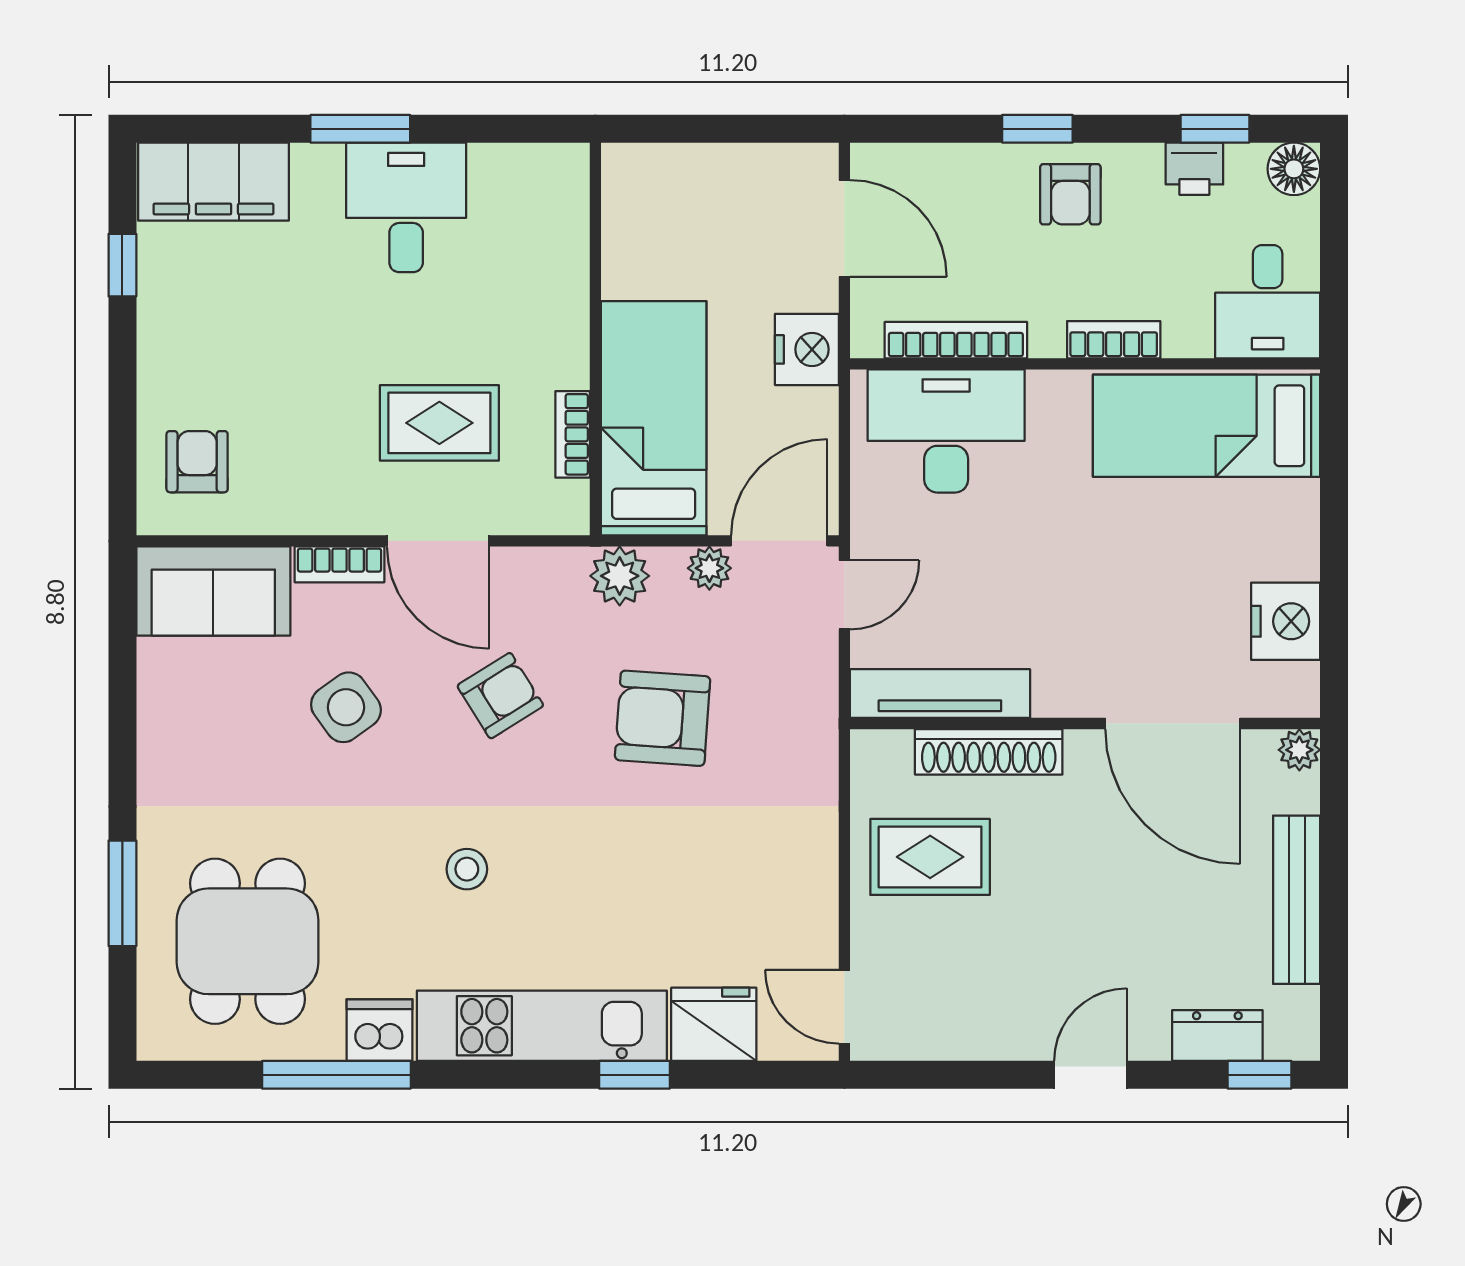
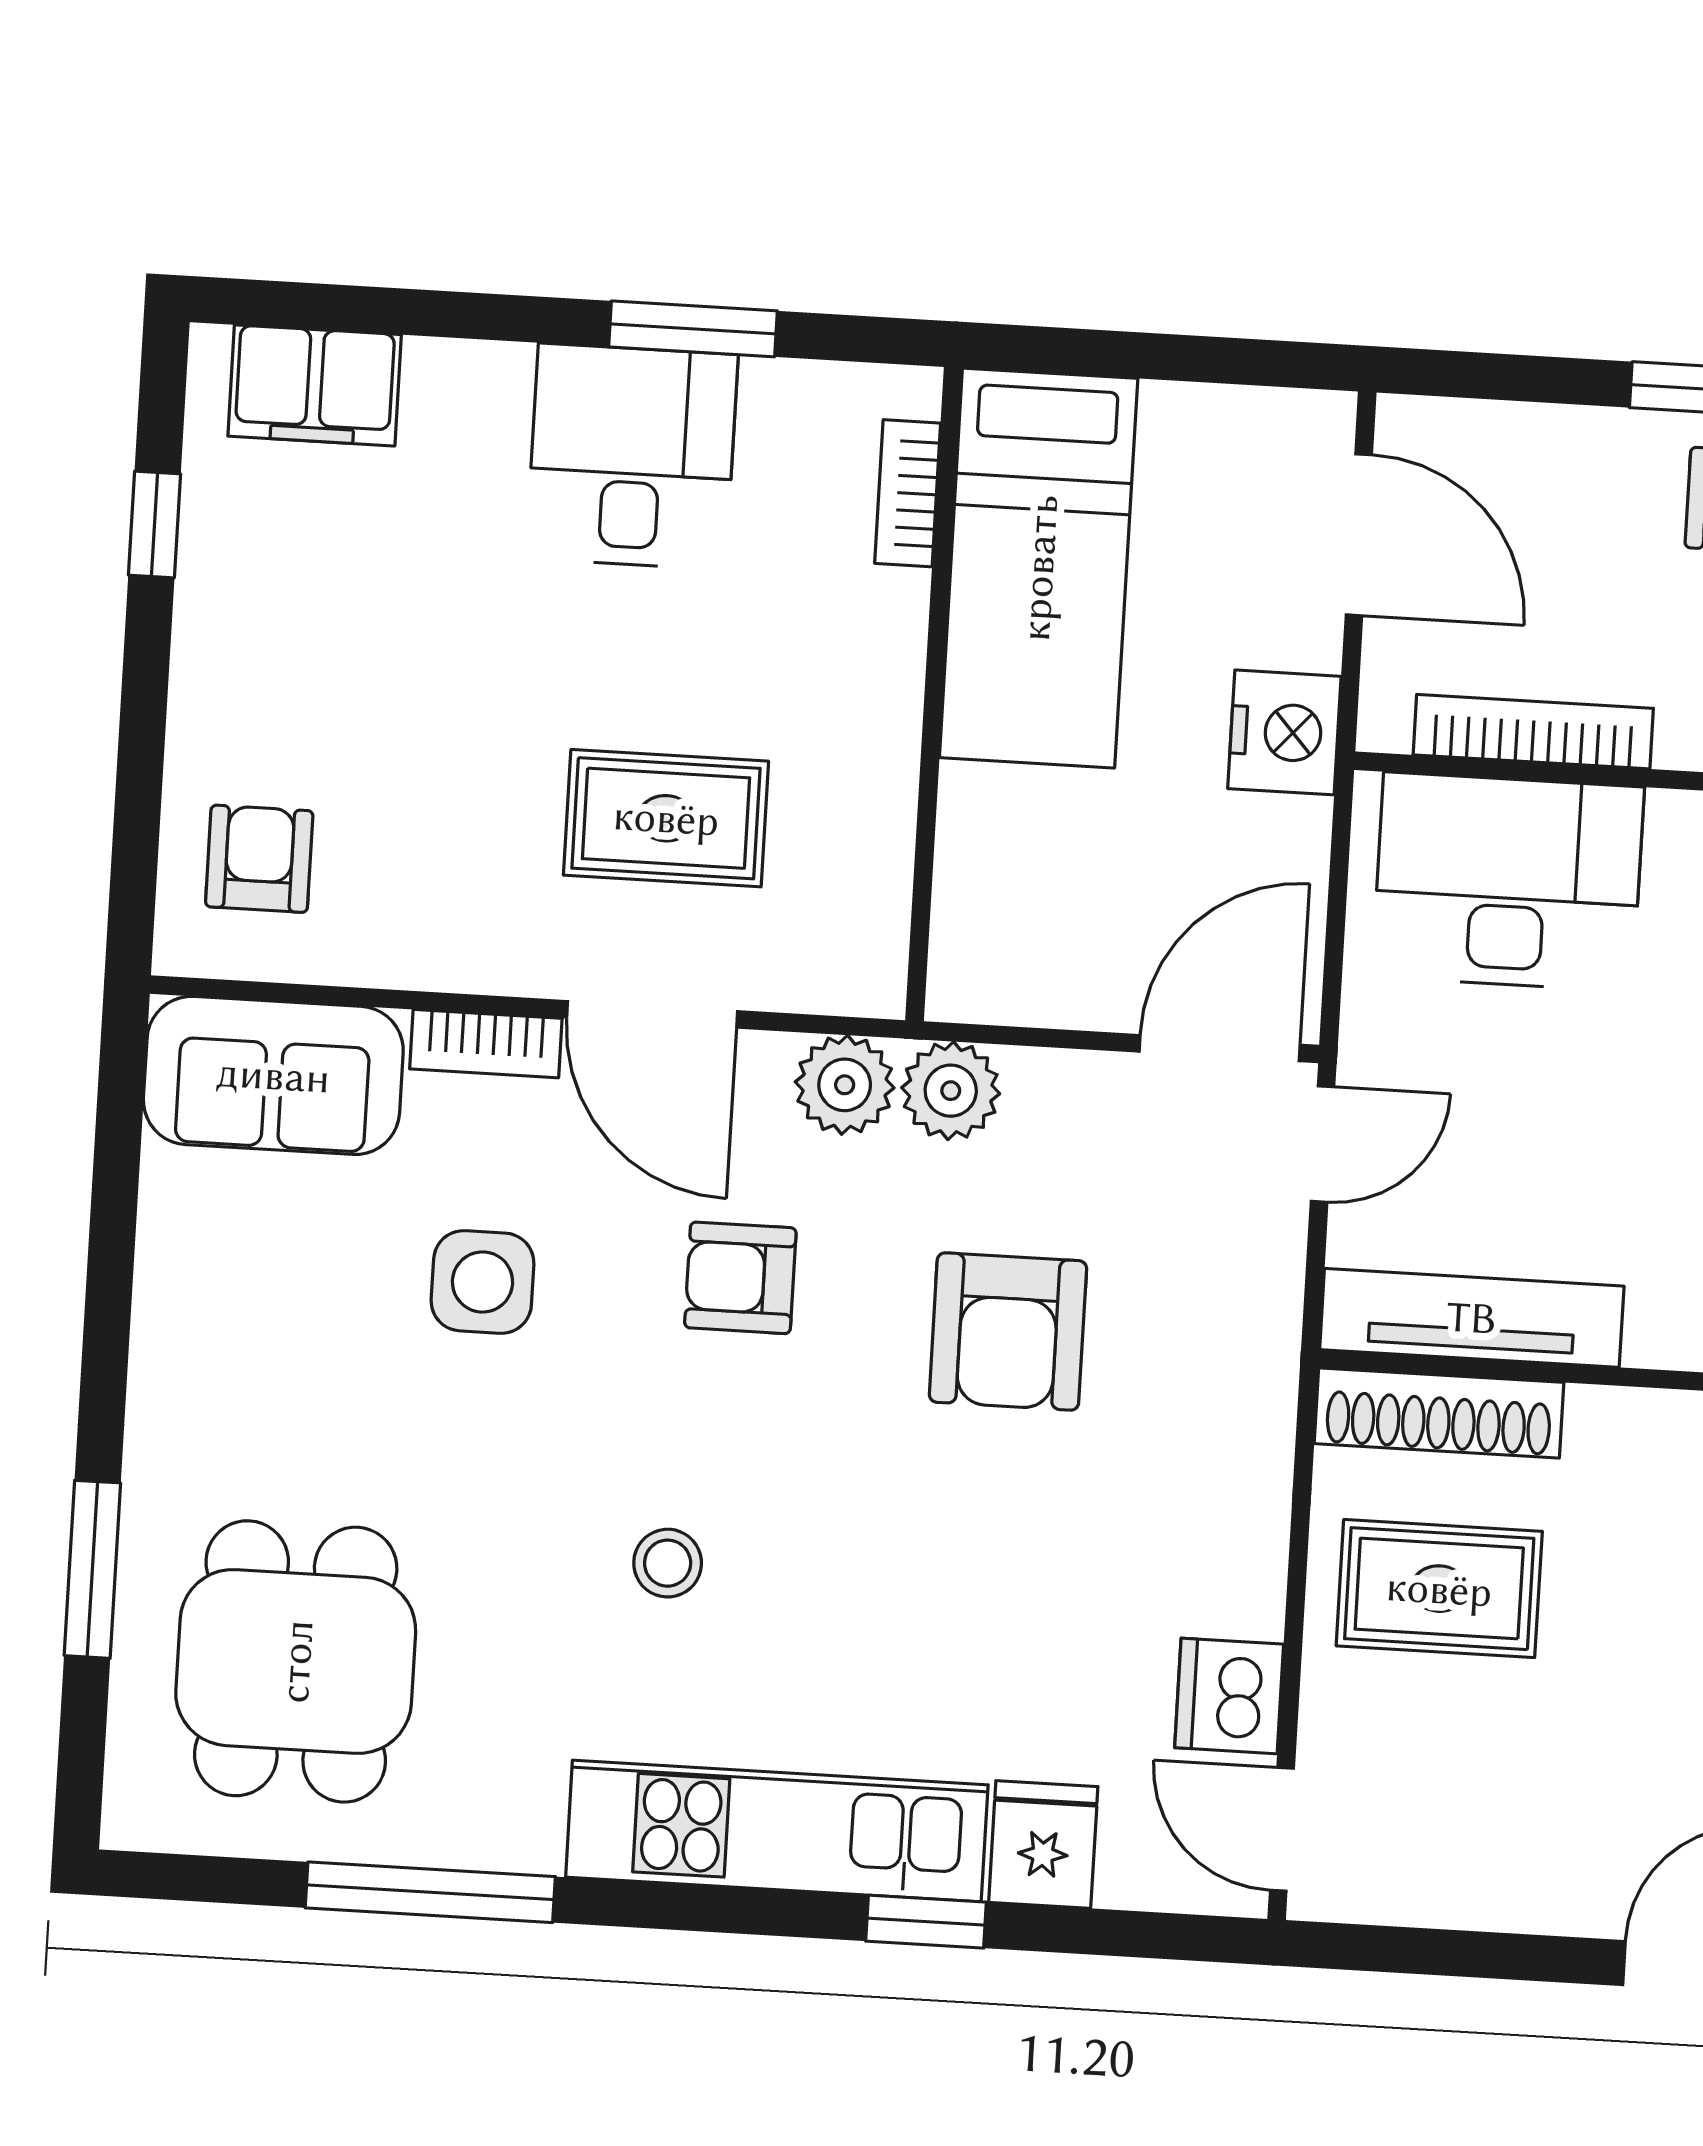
window: (360, 129) -> (693, 329), moved
filing cabinet: (213, 182) -> (315, 385), width x0.67, depth x0.86
bed: (654, 418) -> (1039, 568), moved, turned 180
bookcase: (573, 434) -> (908, 493), moved
plant: (709, 568) -> (845, 1085), moved, width x1.38, depth x1.38
armchair: (500, 696) -> (740, 1278), turned -148
side table: (346, 707) -> (483, 1282), turned 36
armchair: (663, 718) -> (1008, 1331), turned -94
shoe rack: (989, 752) -> (1439, 1413), moved
fridge: (714, 1024) -> (1043, 1844), width x0.72
dishwasher: (380, 1030) -> (1229, 1696), moved, turned -90

